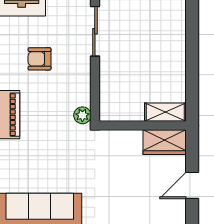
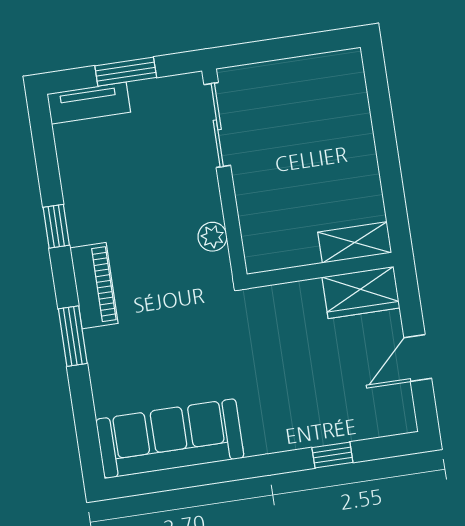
armchair: (40, 59) -> (132, 185), removed
plant: (82, 115) -> (212, 237), moved

